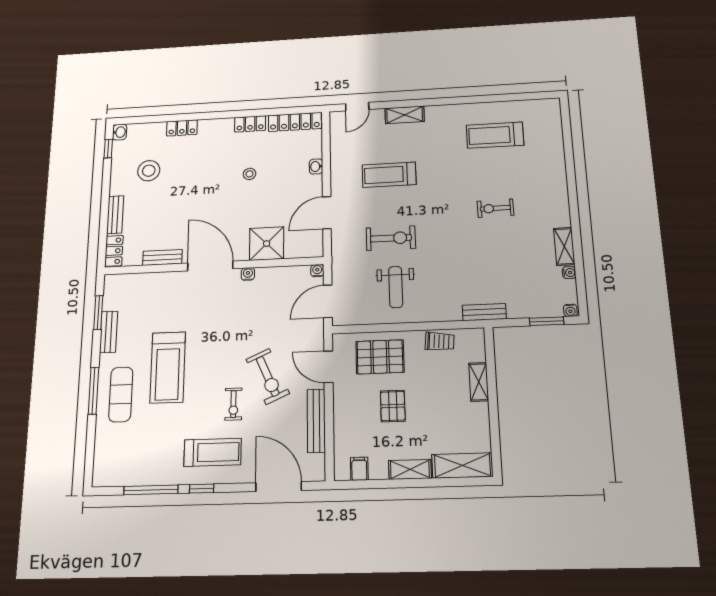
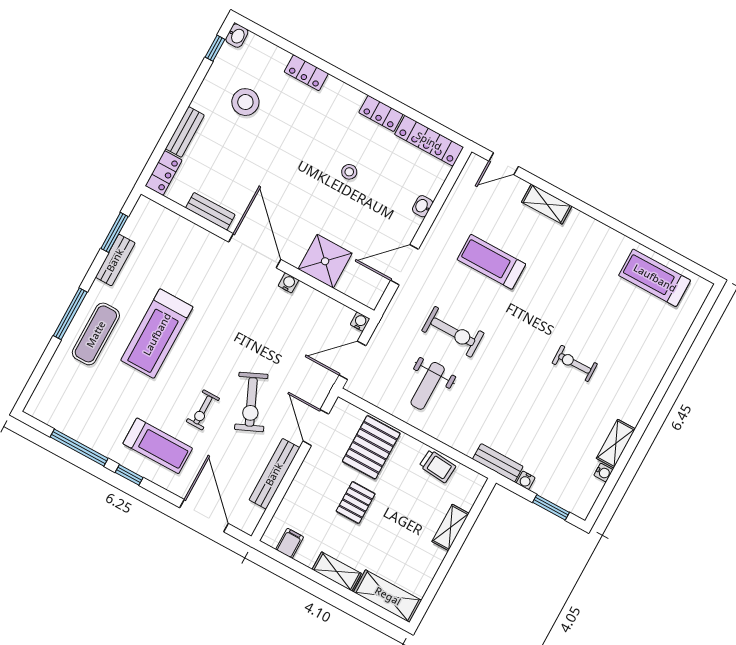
treadmill: (495, 135) -> (655, 278), moved
water cooler: (570, 310) -> (526, 480), moved
pallet: (380, 357) -> (371, 447), turned 90

